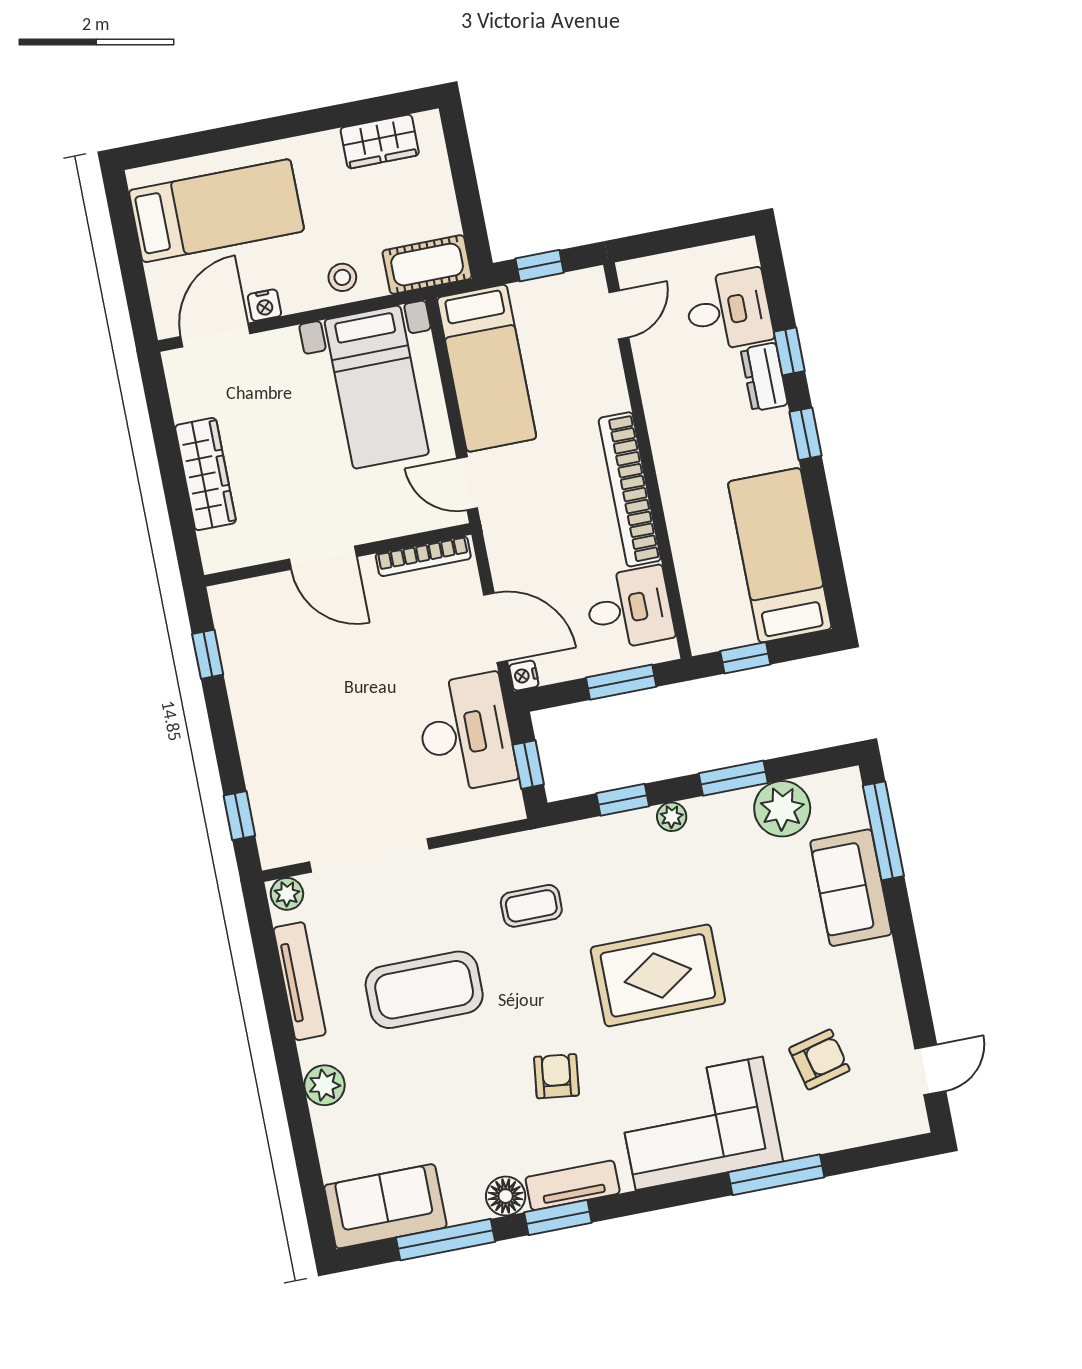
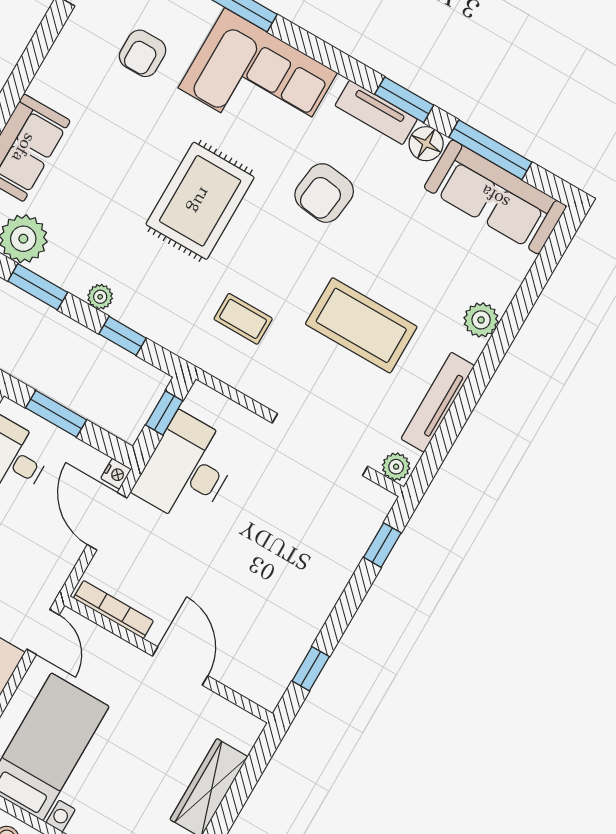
rug: (658, 975) -> (200, 201), turned 90
armchair: (819, 1059) -> (143, 53), turned -76
armchair: (556, 1076) -> (324, 193), width x1.38, depth x1.38
sofa: (385, 1206) -> (495, 197), width x1.36

